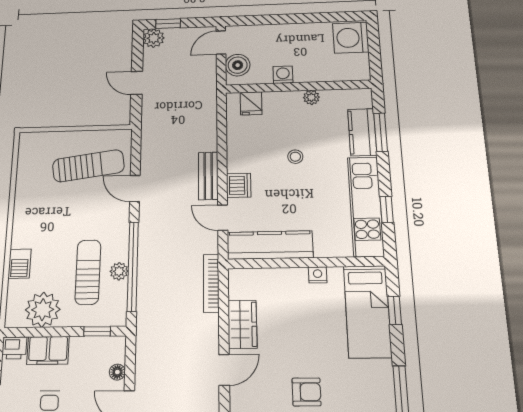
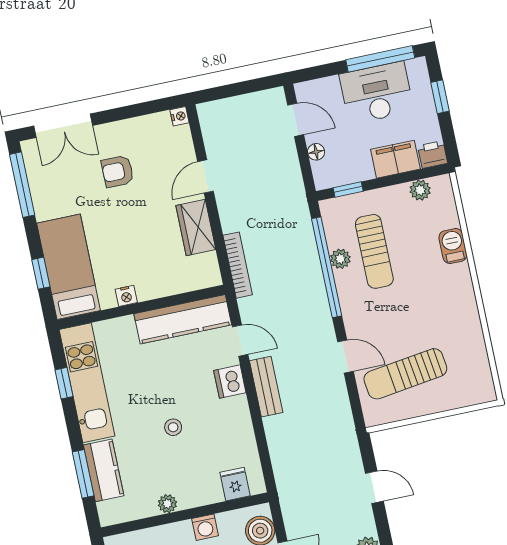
plant: (43, 310) -> (420, 190), width x0.53, depth x0.53

